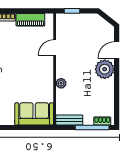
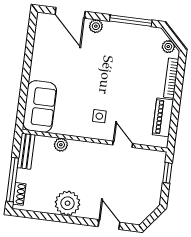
side table: (36, 68) -> (99, 116), added
plant: (105, 69) -> (68, 203), moved
plant: (61, 83) -> (61, 145), moved

